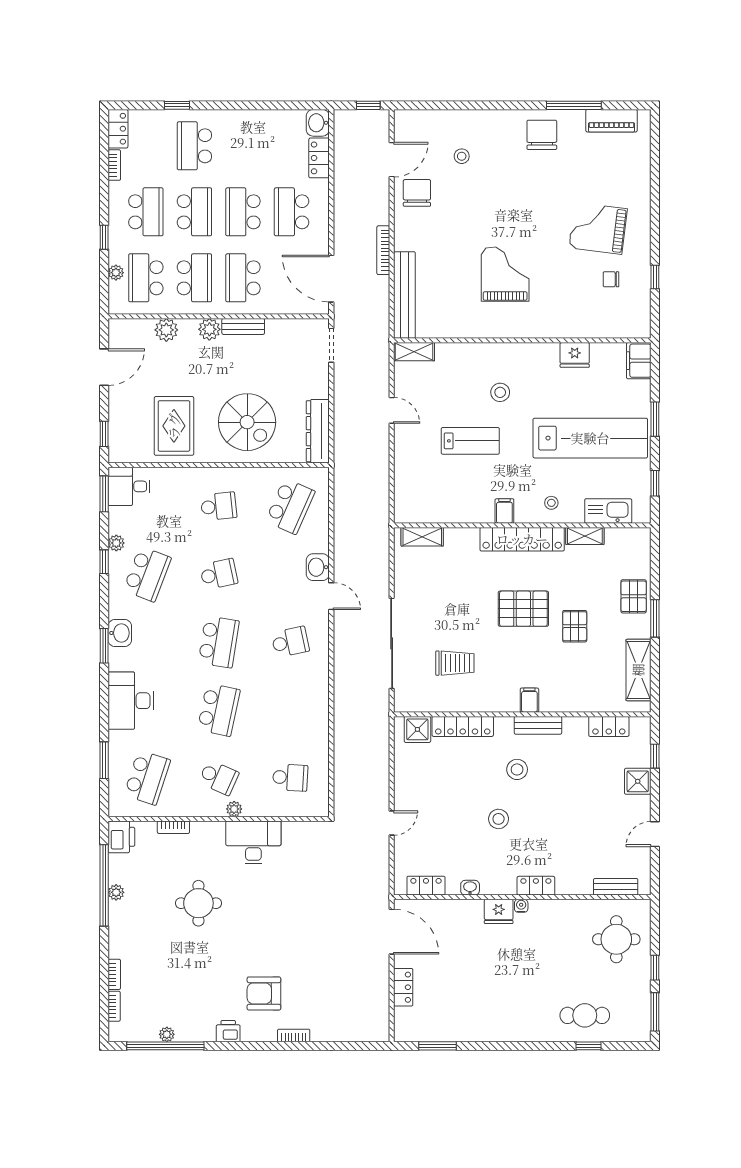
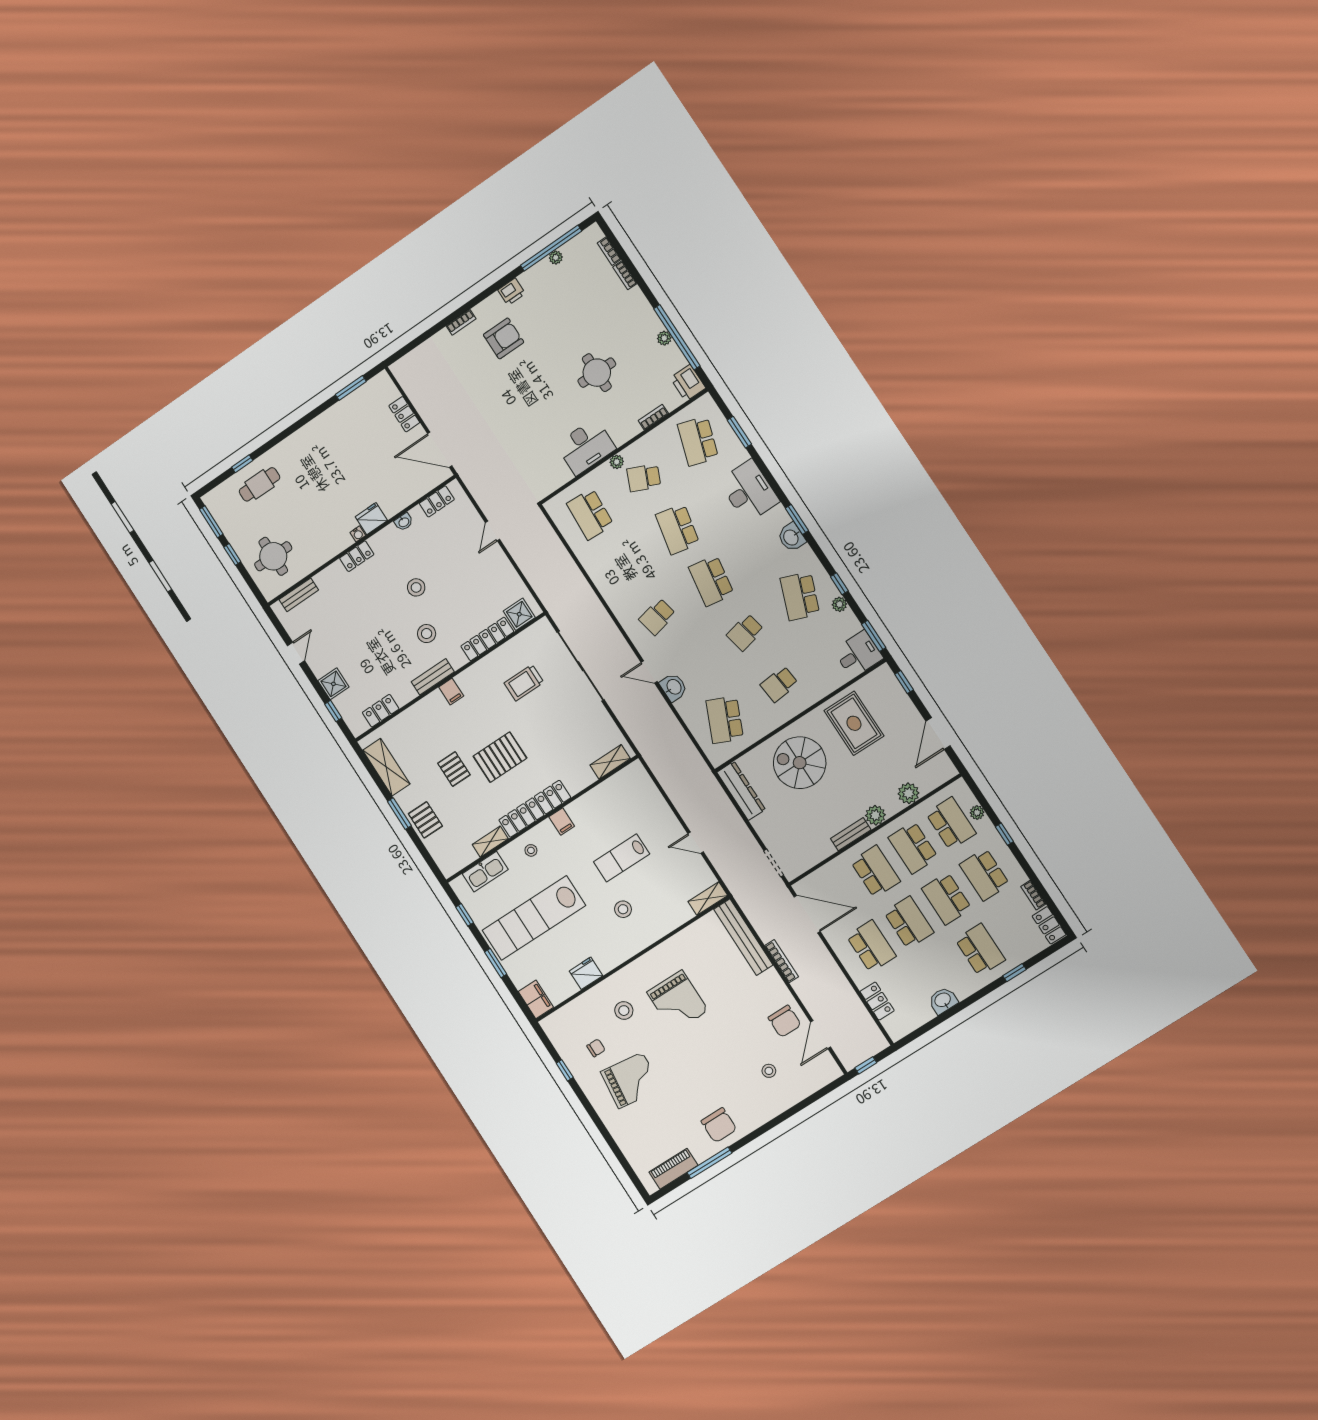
washbasin: (318, 123) -> (943, 1000), moved, turned -90
stool: (562, 298) -> (624, 1011), added
school desk: (290, 778) -> (590, 514), width x1.85

